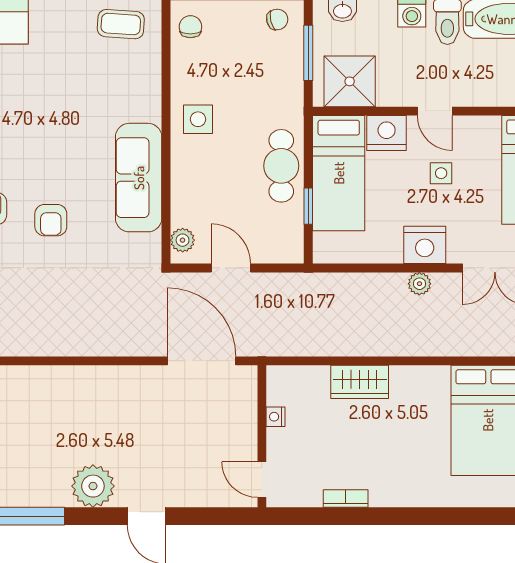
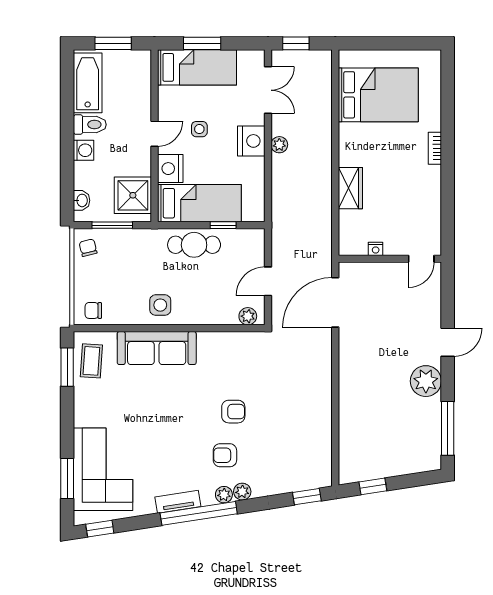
sofa: (139, 178) -> (157, 348), moved
bookcase: (346, 499) -> (435, 148), moved

